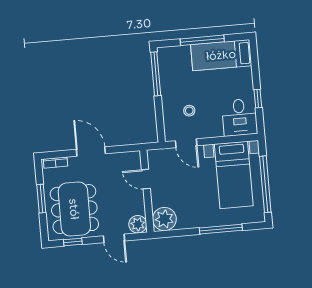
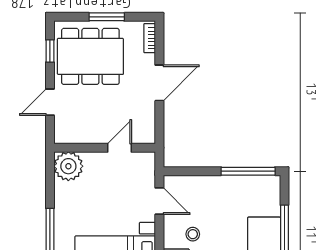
stool: (189, 111) -> (193, 234), moved
door: (186, 143) -> (159, 201), swing flipped
plant: (138, 224) -> (65, 133), removed

